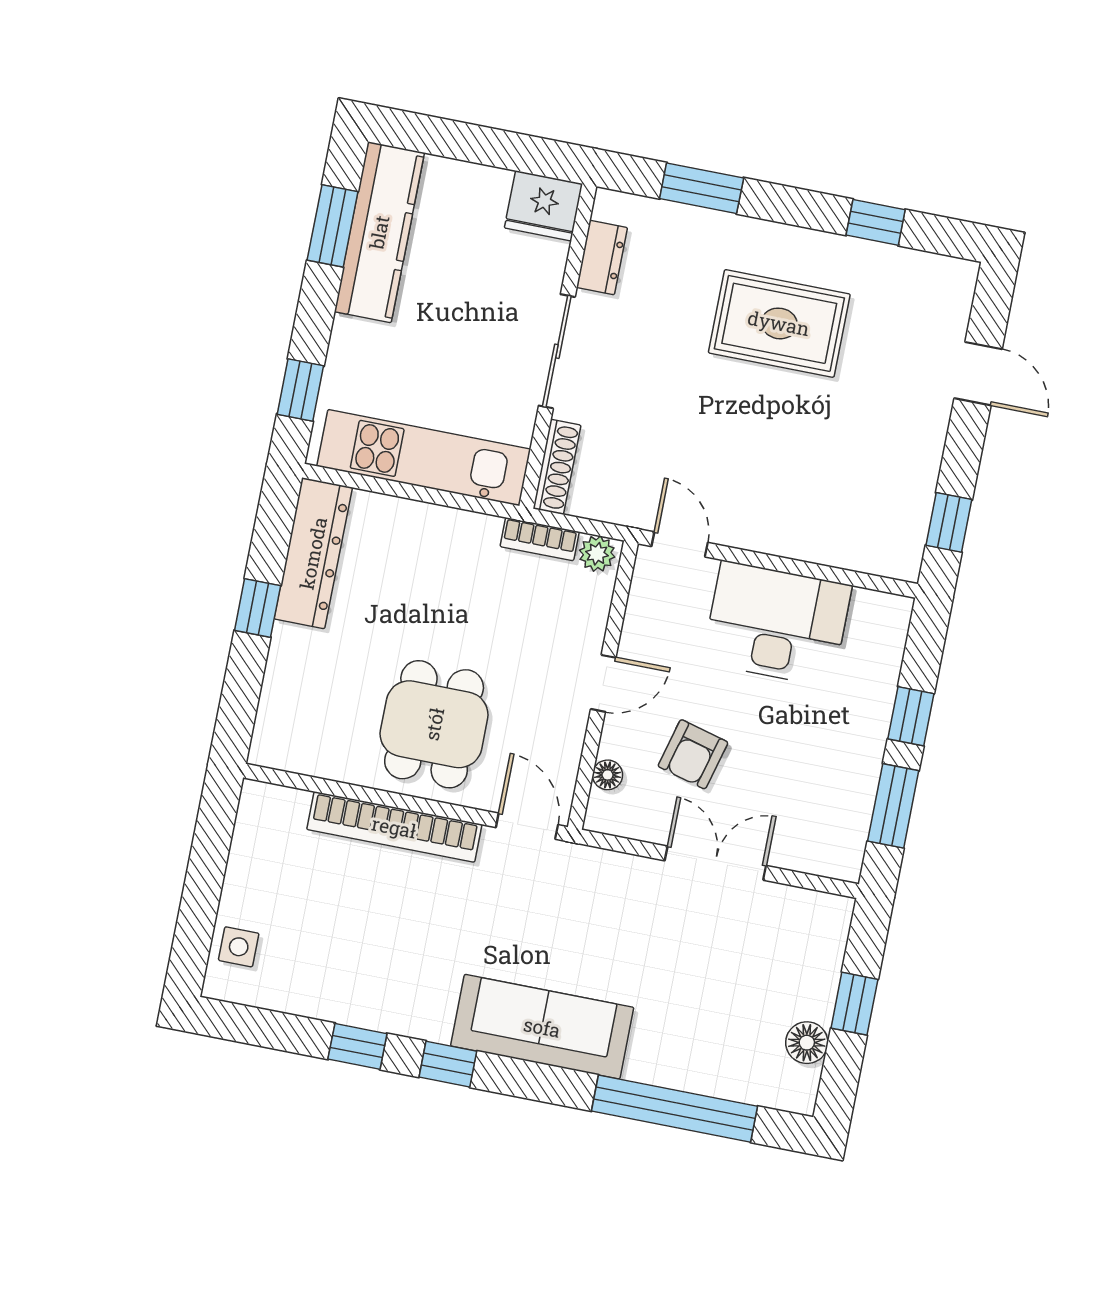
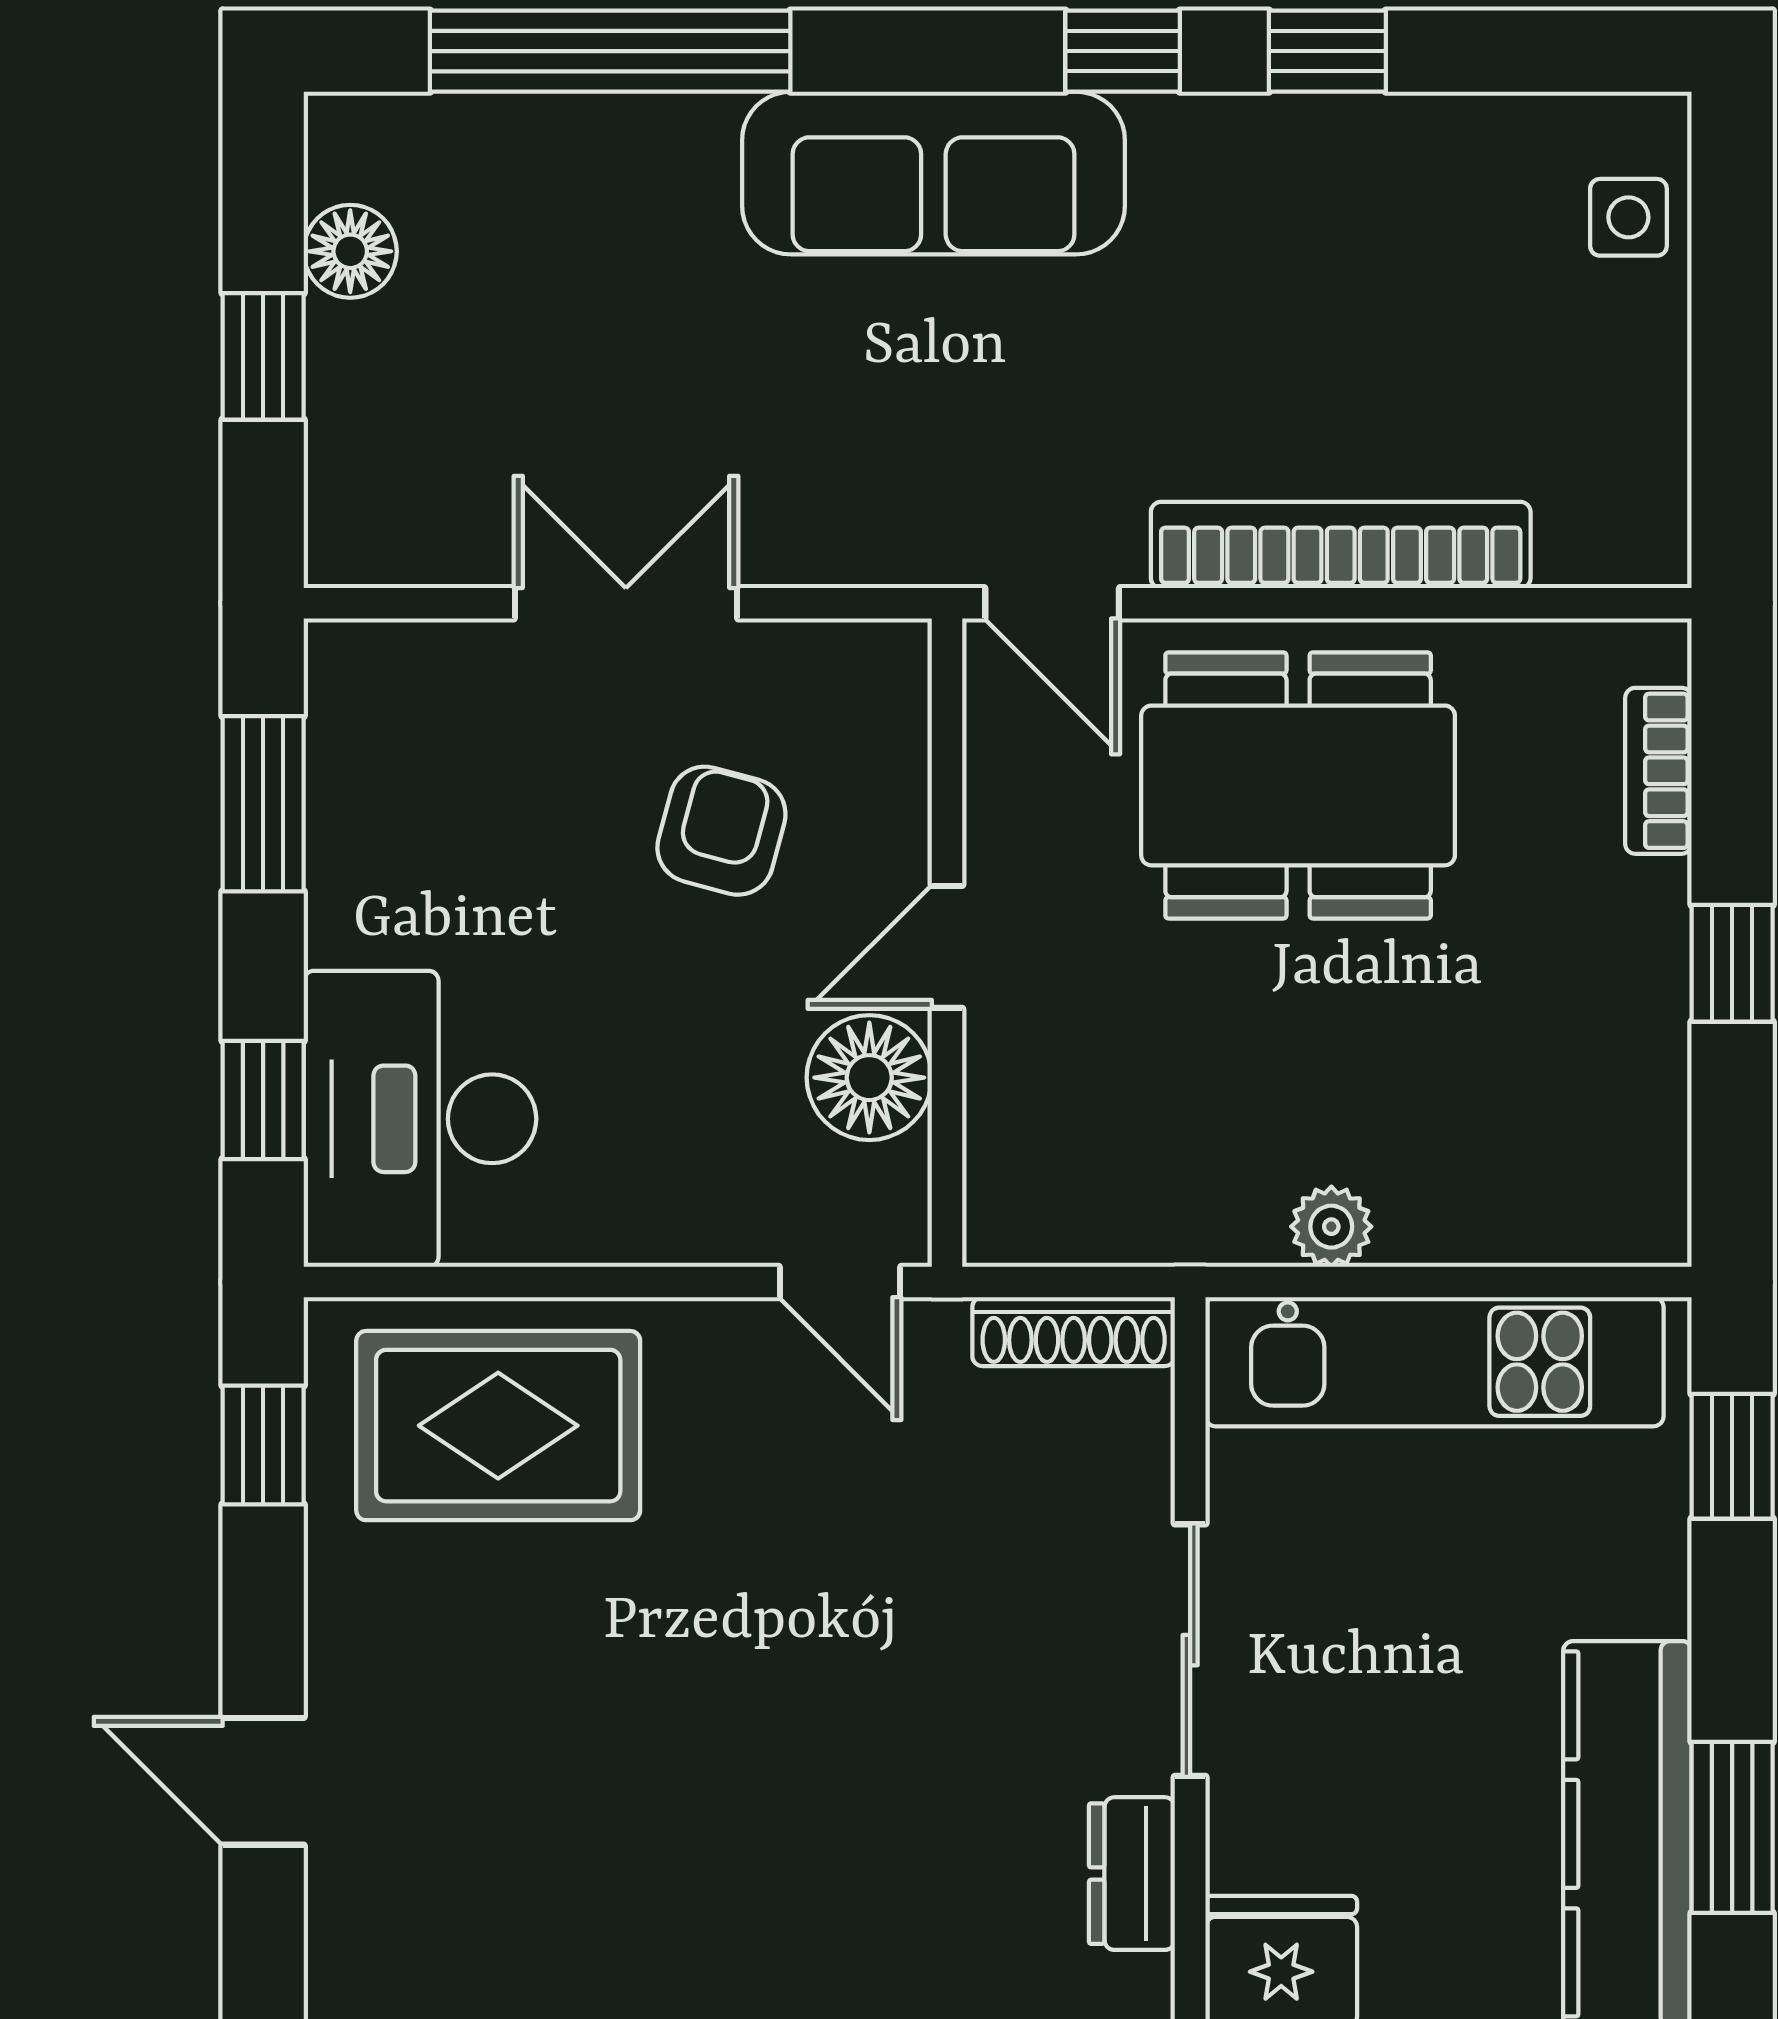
rug: (779, 323) -> (498, 1426), moved
shoe rack: (557, 467) -> (1074, 1332), moved, turned -90
bookcase: (540, 539) -> (1658, 771), moved, turned -90
dresser: (313, 553) -> (1634, 1107), removed
plant: (597, 554) -> (1331, 1227), moved
desk: (777, 624) -> (420, 1119), moved, turned 90
window: (911, 716) -> (263, 1100), moved
dining table: (434, 724) -> (1298, 785), width x1.37
floor lamp: (608, 775) -> (869, 1078), moved, width x1.89, depth x1.89
double door: (715, 863) -> (626, 603), swing flipped

